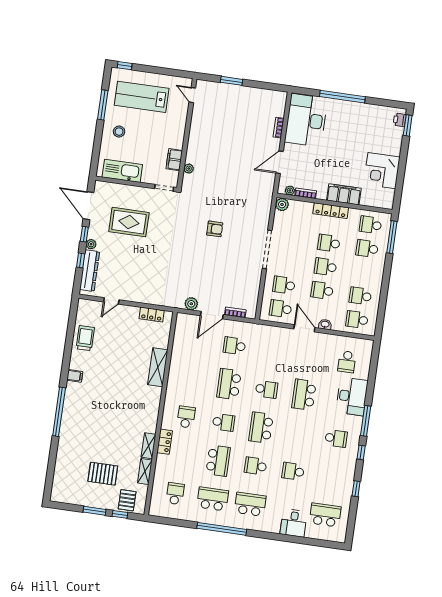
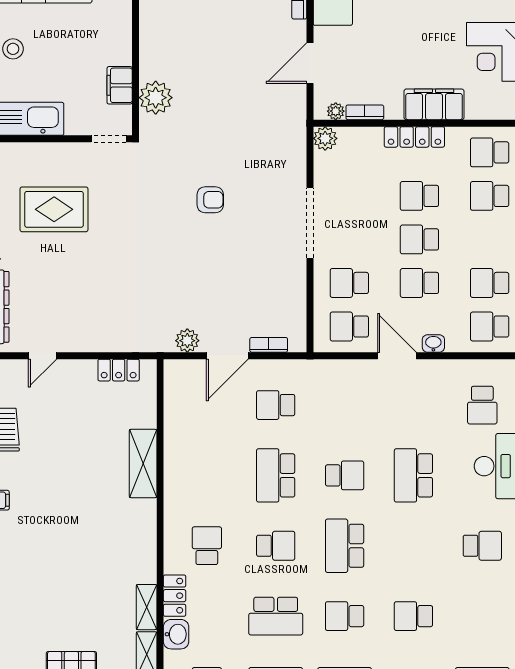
plant: (189, 169) -> (156, 98), width x1.87, depth x1.87
school desk: (218, 461) -> (276, 616), turned 90
washbasin: (162, 463) -> (176, 634), added

